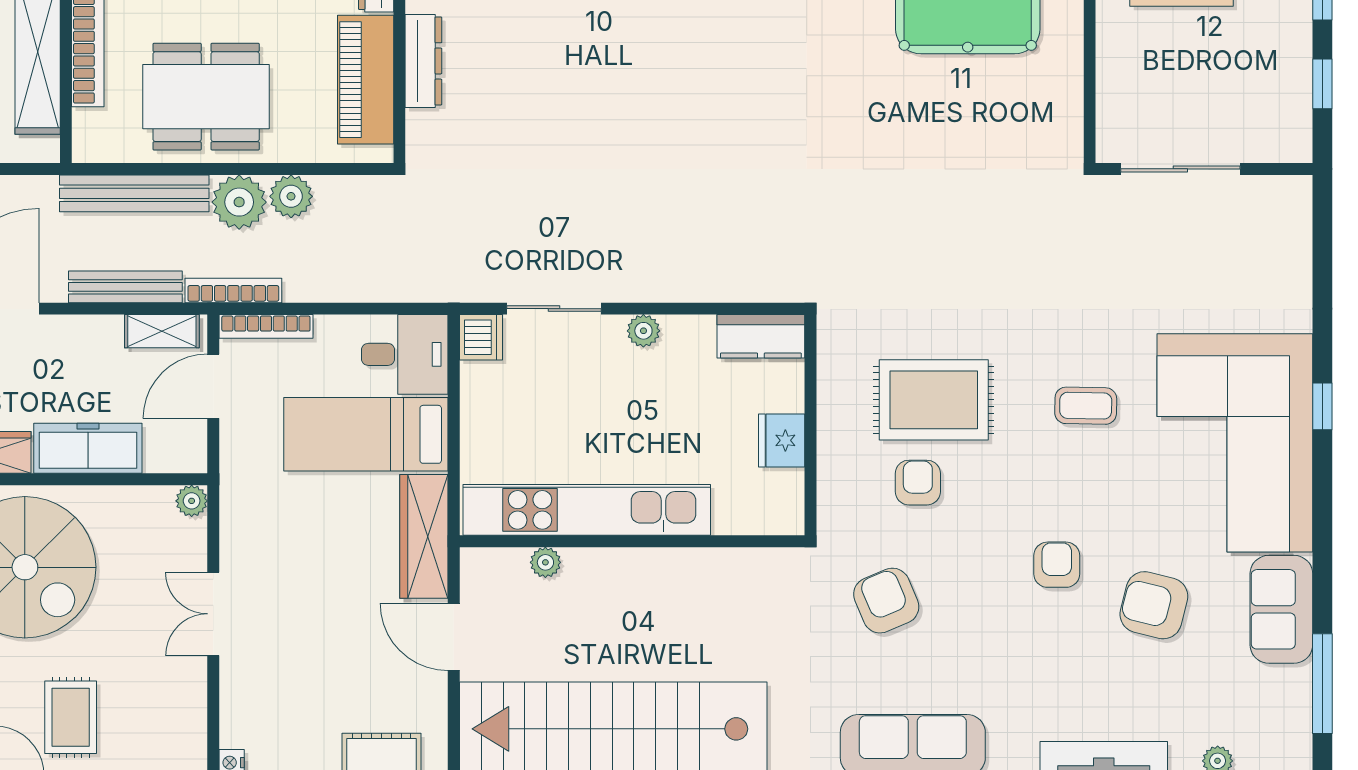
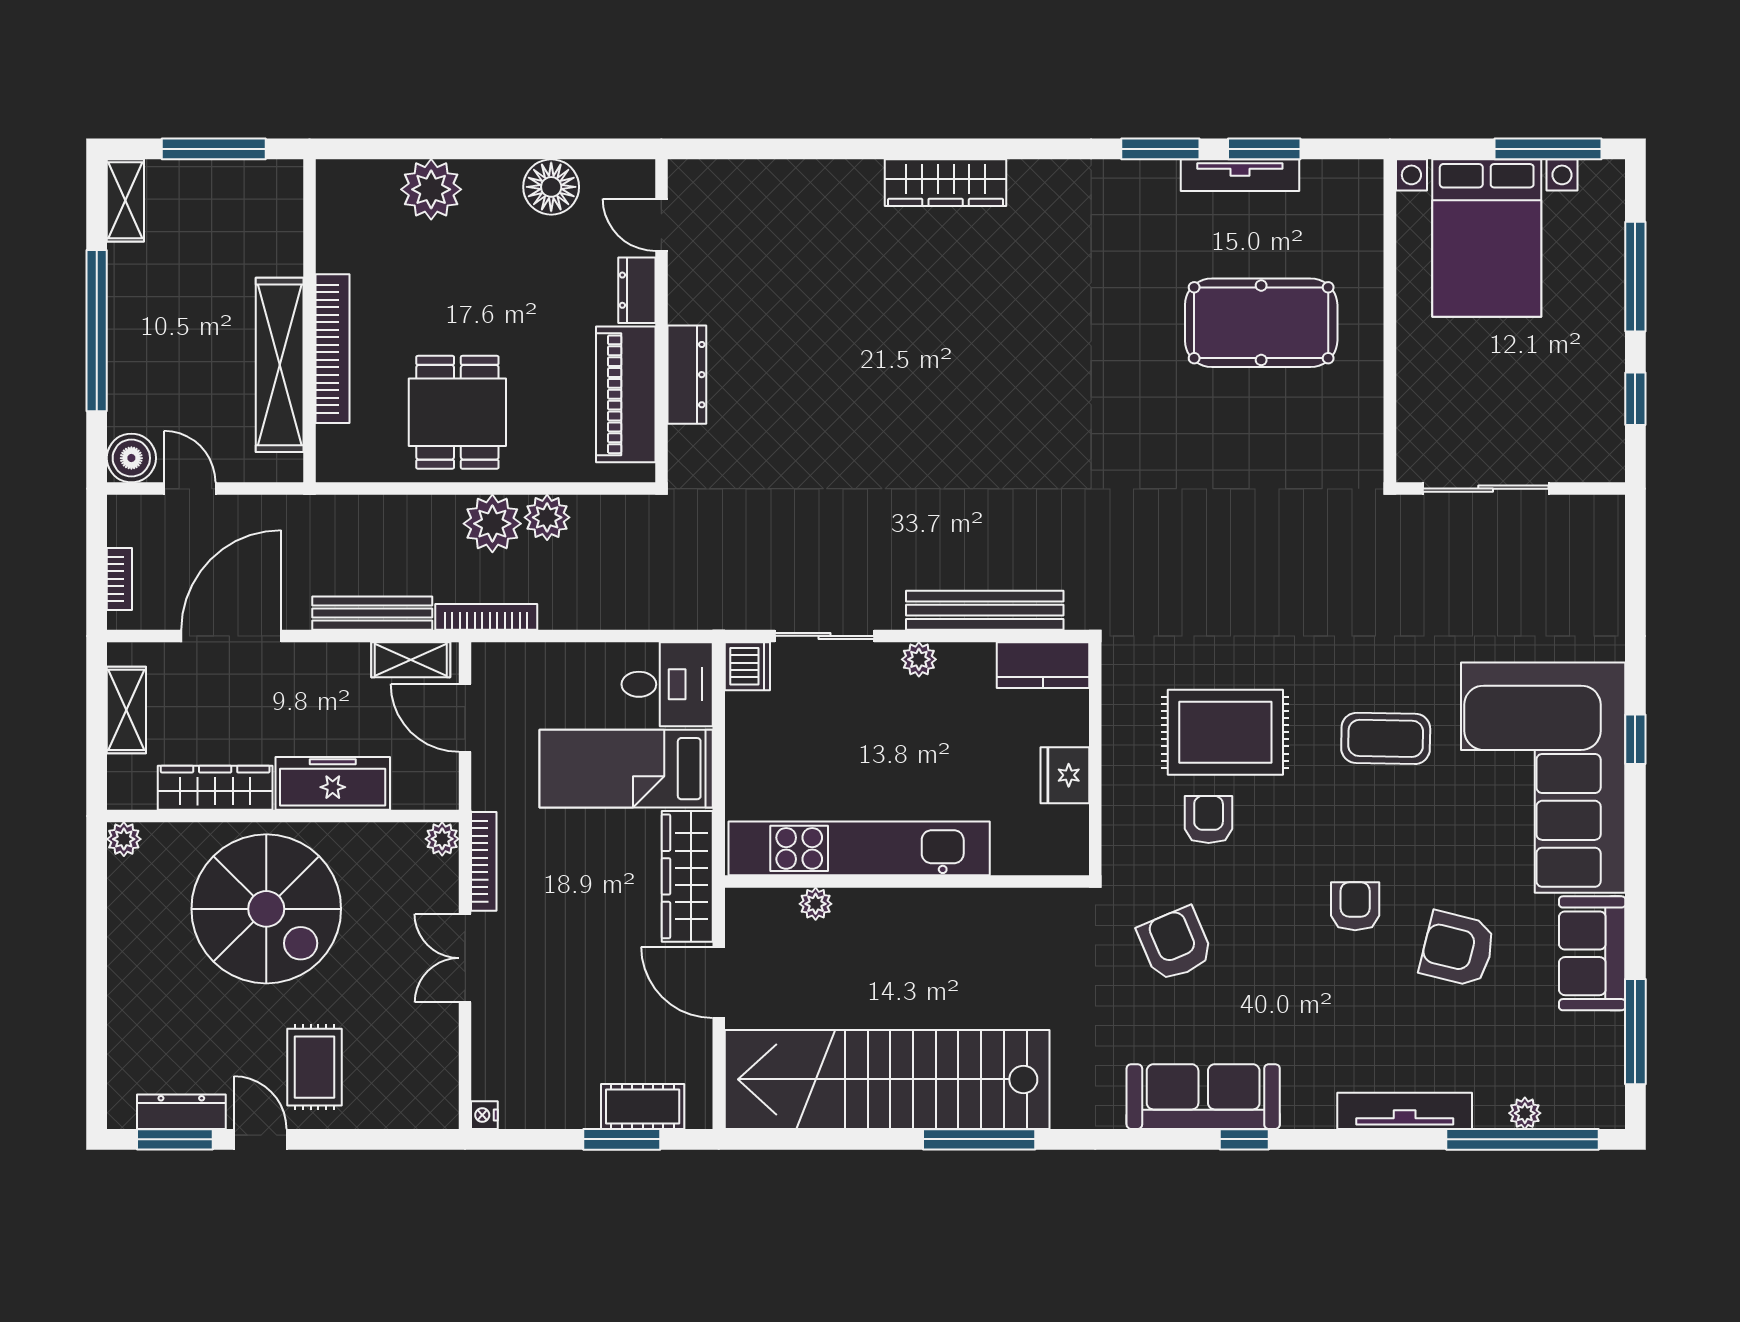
dining table: (206, 97) -> (457, 412), width x0.73
bench: (134, 193) -> (985, 610), moved
bookcase: (266, 326) -> (484, 861), moved, turned -90
door: (213, 386) -> (465, 718), hinge flipped
coffee table: (1086, 406) -> (1386, 738), width x1.36, depth x1.30

